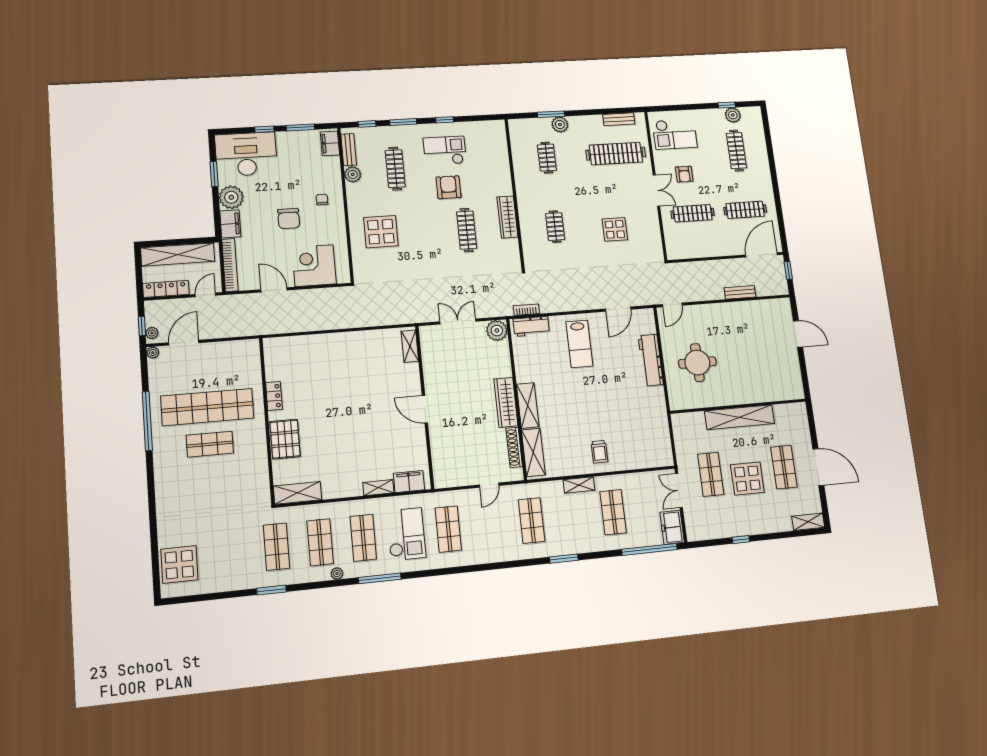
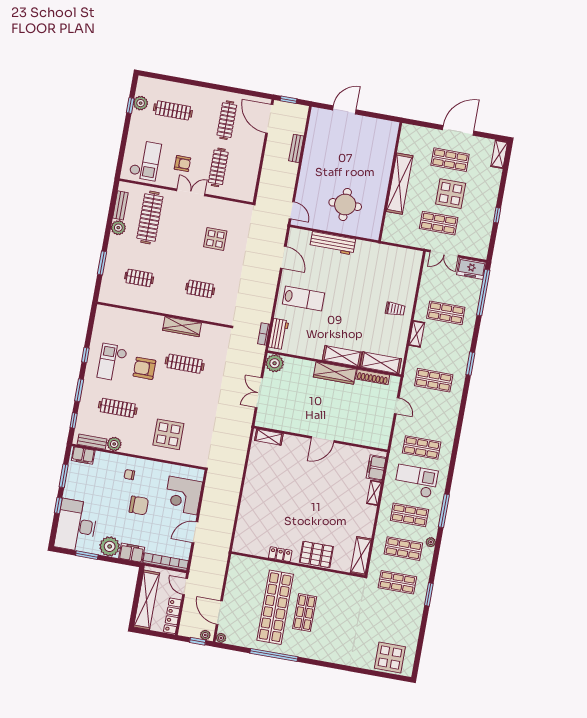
plant: (560, 125) -> (118, 228), moved

